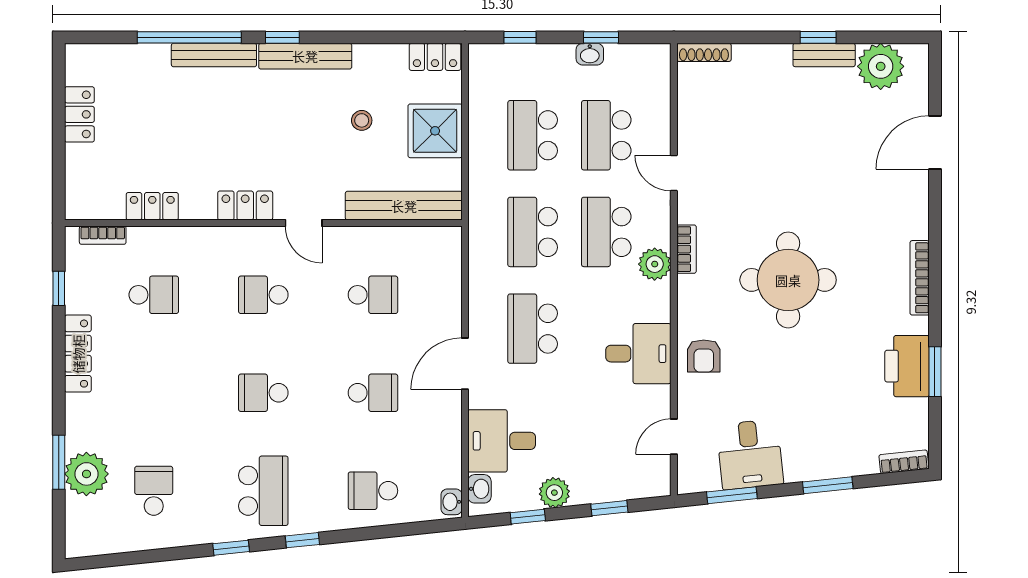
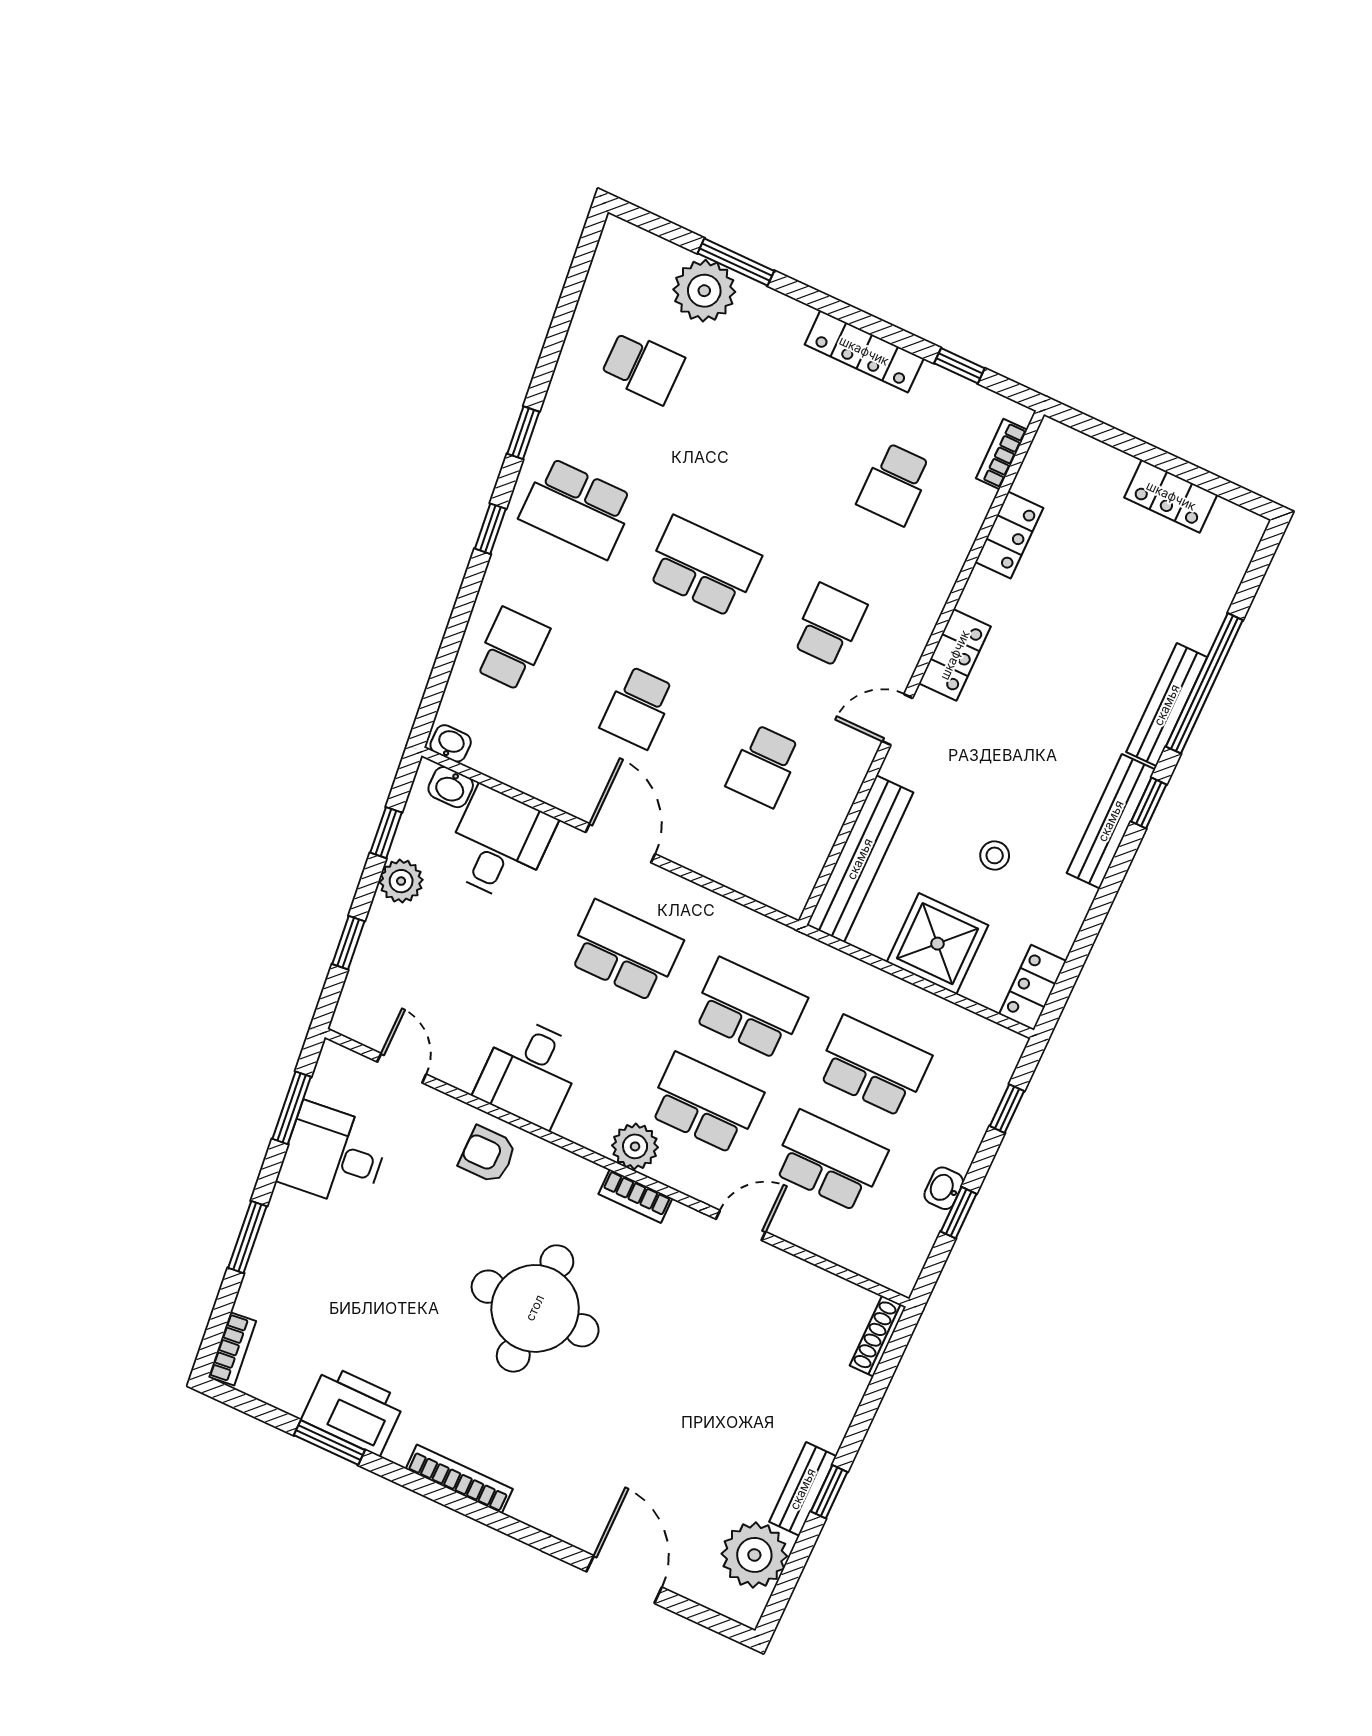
school desk: (263, 393) -> (703, 566), width x1.85

